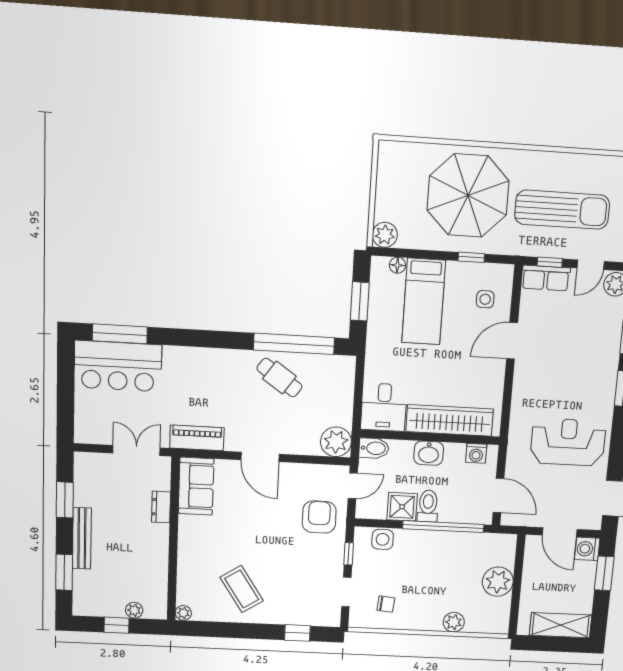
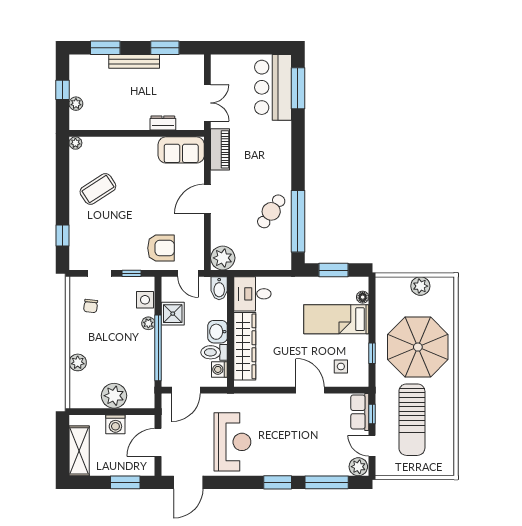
plant: (385, 235) -> (420, 286), moved
toilet: (428, 506) -> (214, 352), moved, turned 180
plant: (412, 537) -> (148, 323), added
washing machine: (587, 549) -> (115, 424), moved, turned 180

